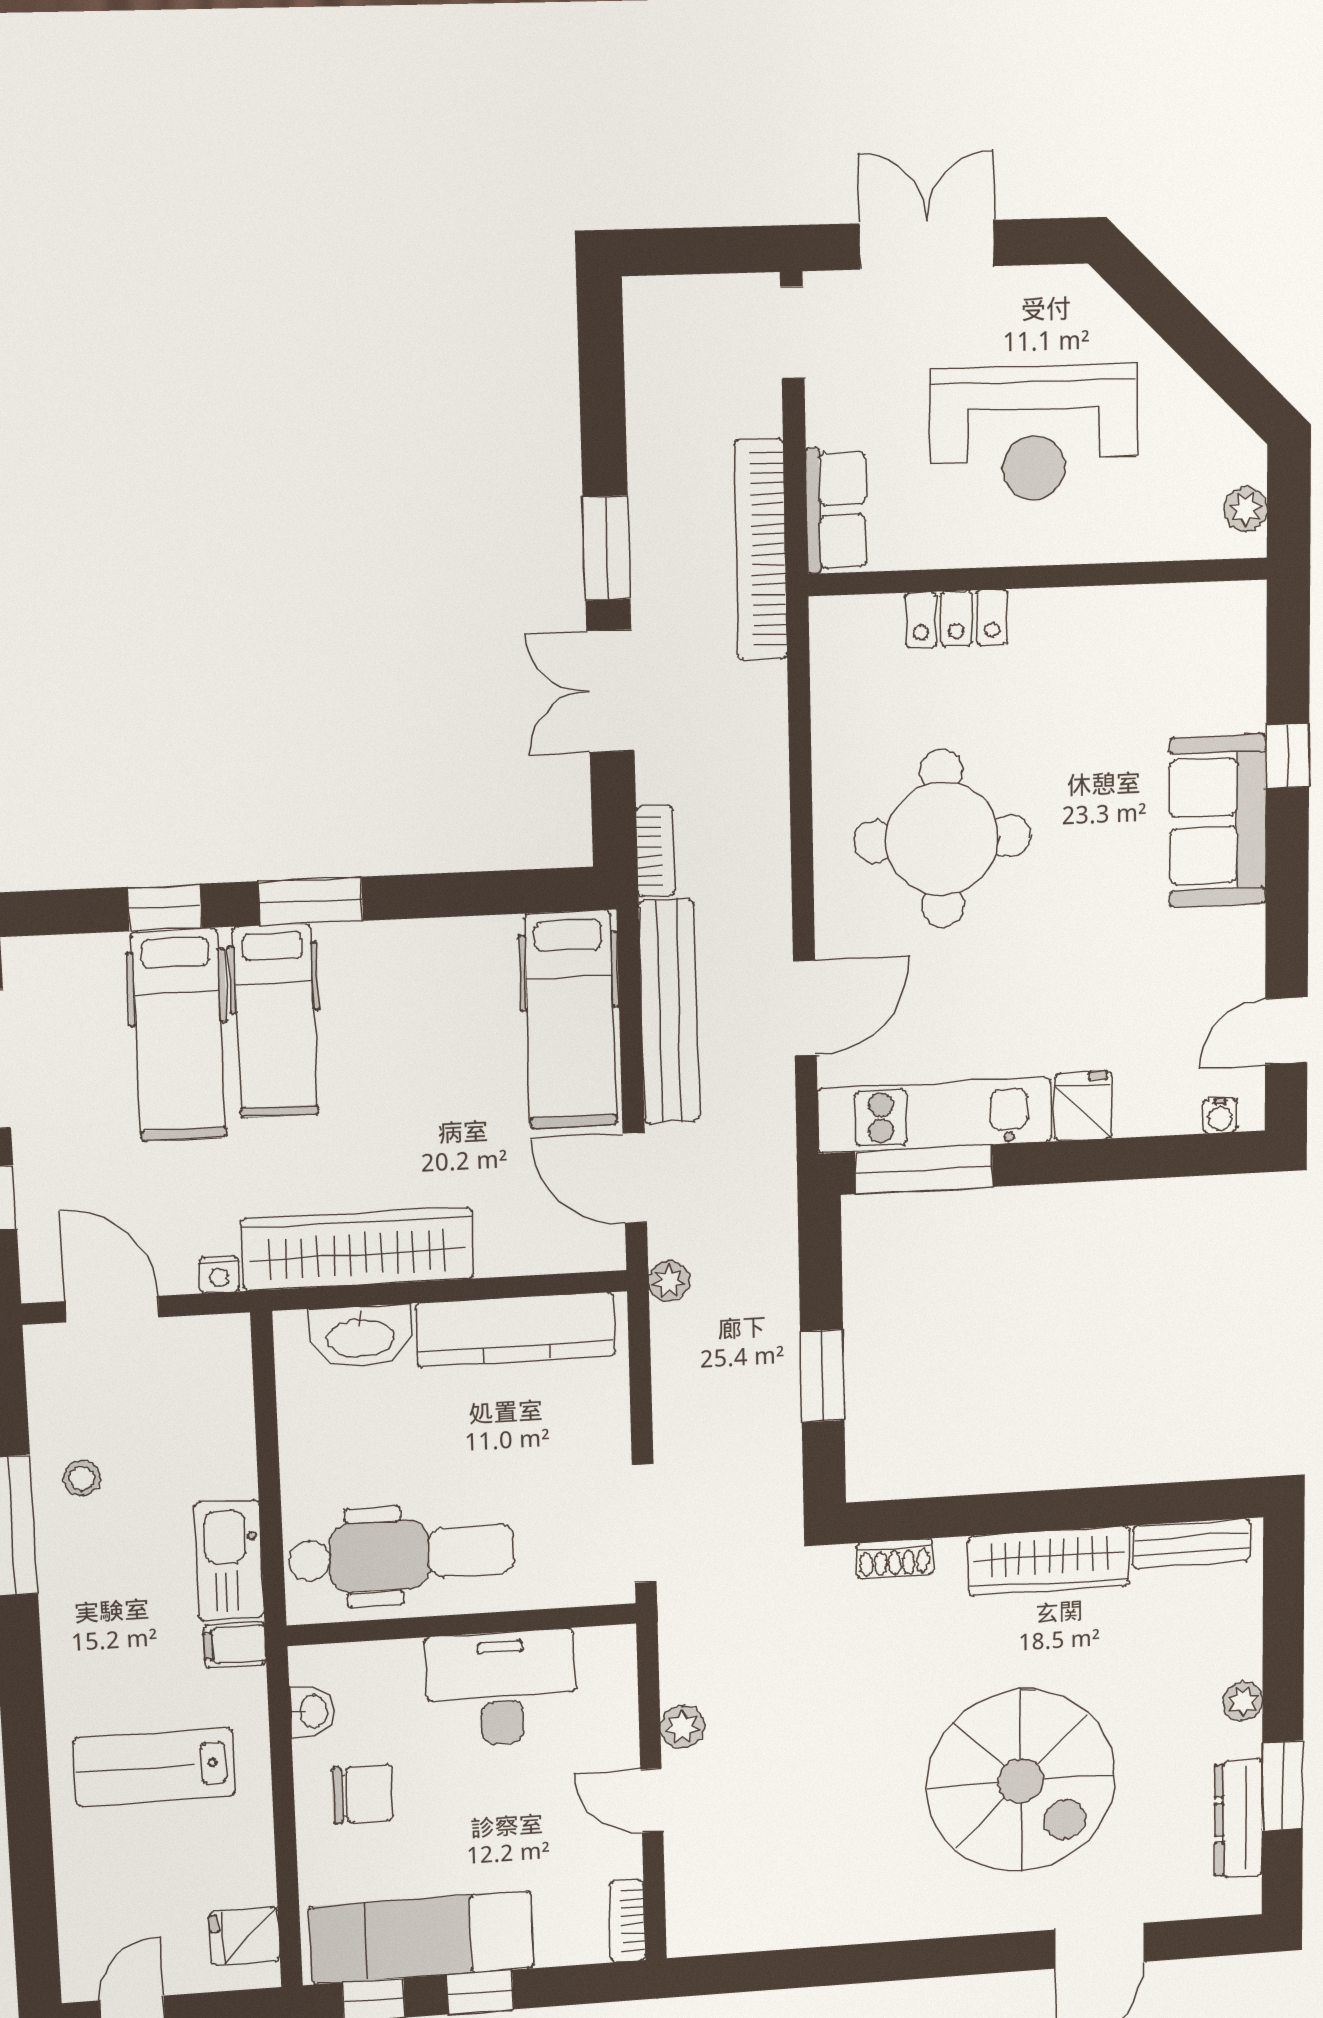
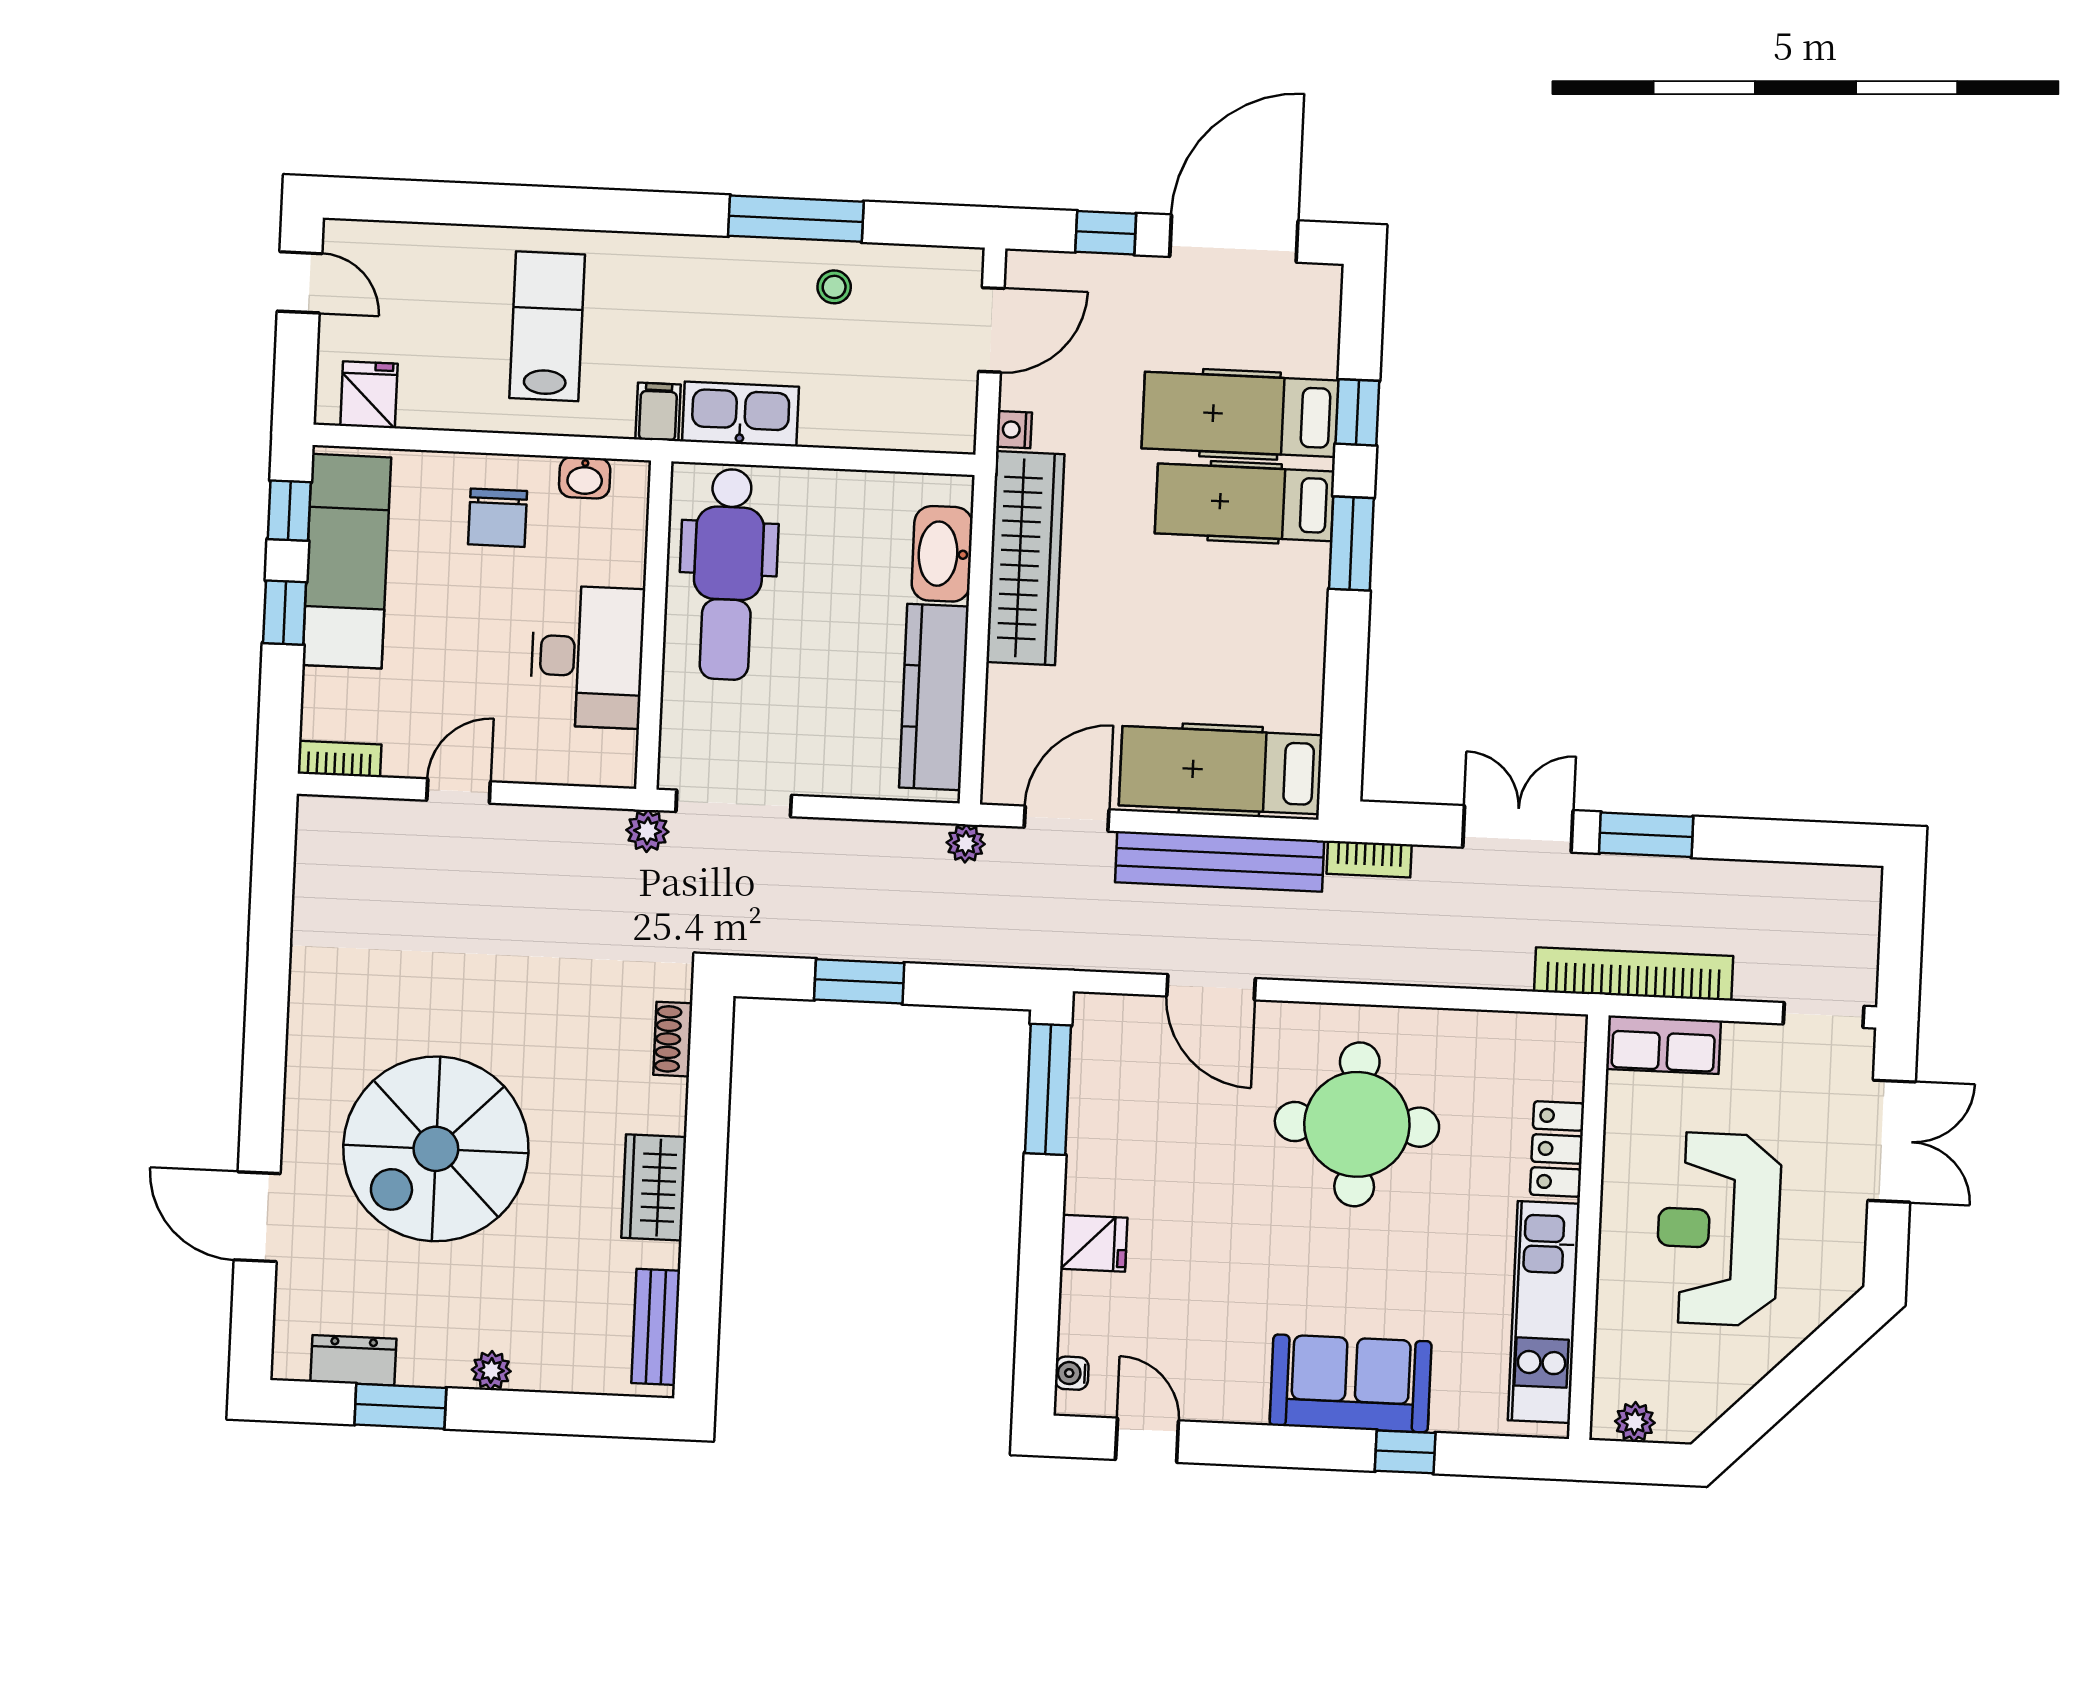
kitchen unit: (934, 1115) -> (1544, 1312), moved, turned 180
wardrobe: (1049, 1561) -> (654, 1187), width x0.67
plant: (682, 1727) -> (647, 831), moved
dresser: (1239, 1819) -> (353, 1360), width x0.70

